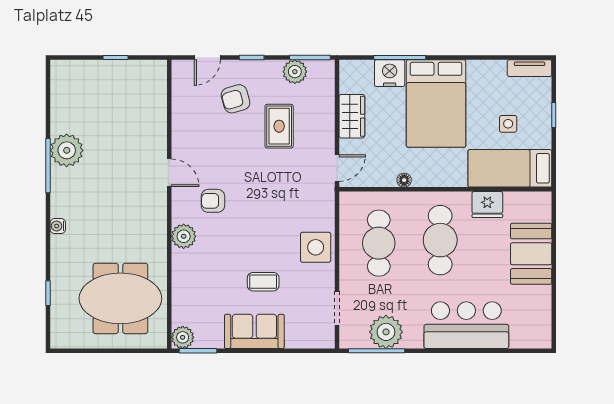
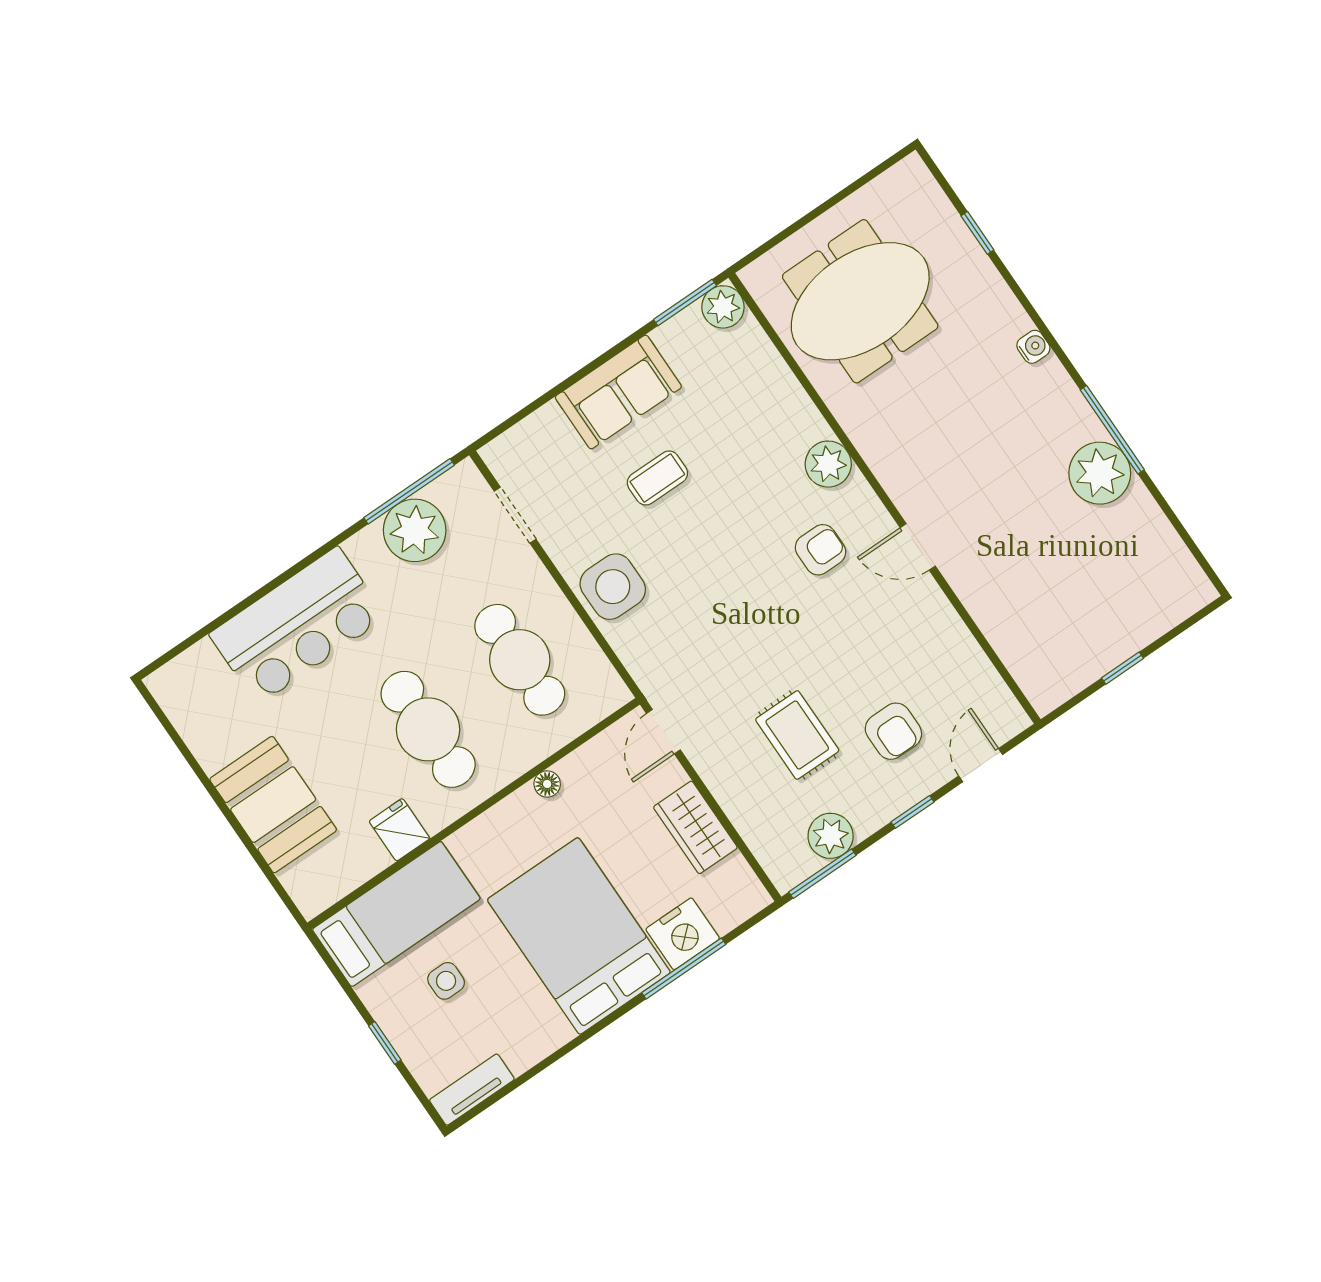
armchair: (236, 99) -> (893, 731), turned 106
fridge: (487, 204) -> (399, 830), width x0.72

